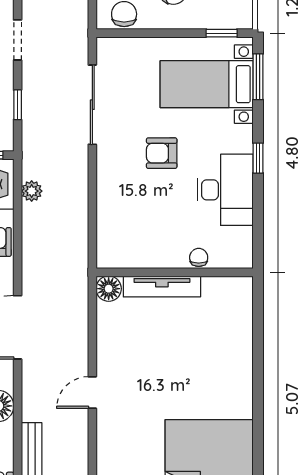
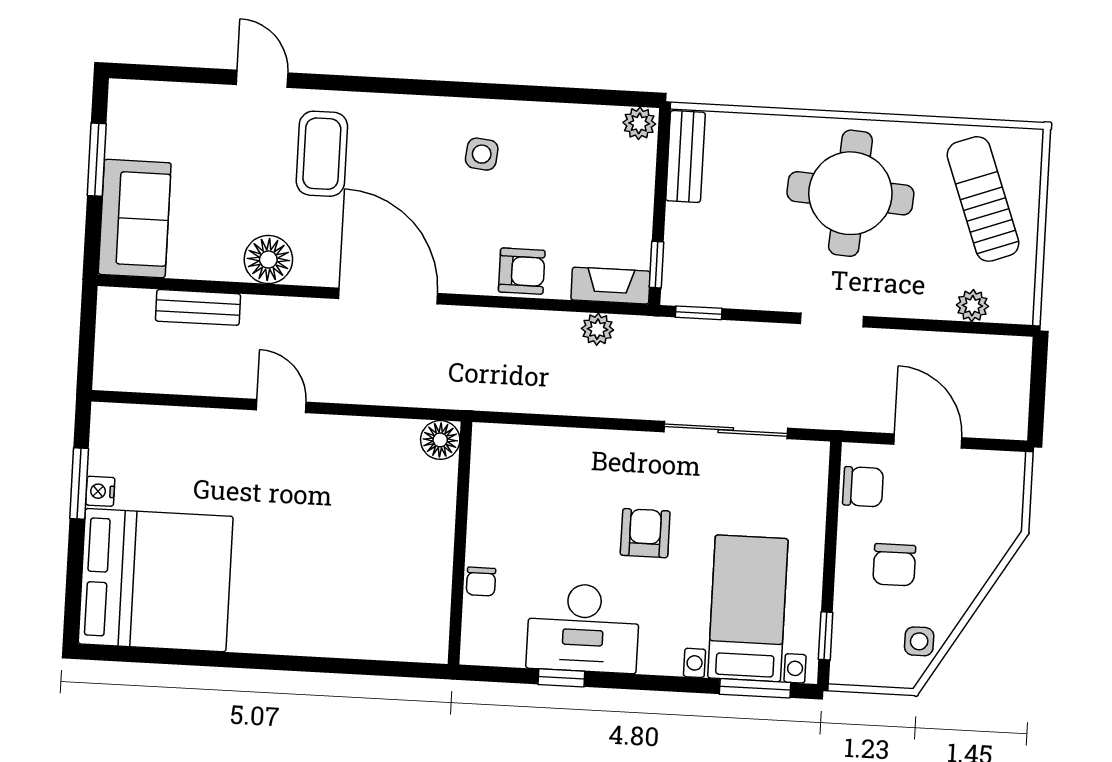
window: (18, 105) -> (699, 313), moved
window: (258, 158) -> (561, 678), moved
chair: (199, 257) -> (481, 582), turned 90
tv unit: (162, 287) -> (439, 522), removed

